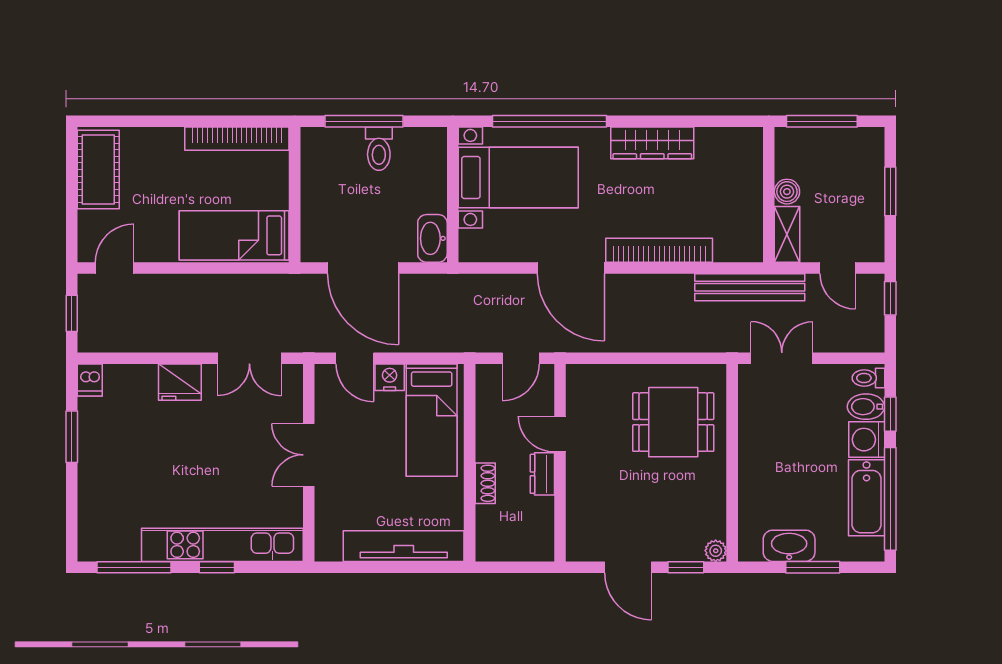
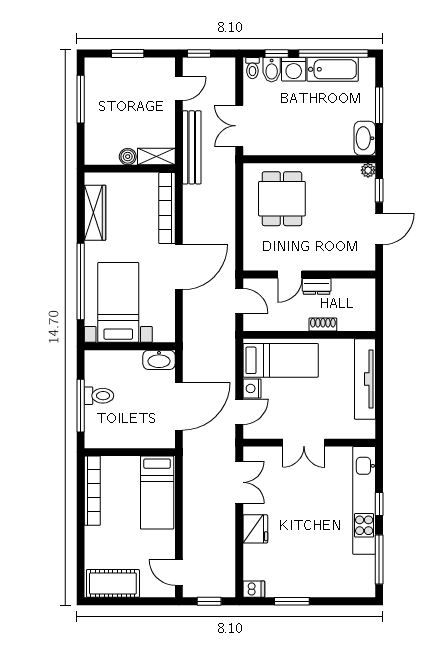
boiler: (787, 192) -> (128, 157), moved
wall: (769, 195) -> (130, 169), moved
shelving: (787, 234) -> (156, 156), moved
washbasin: (789, 546) -> (365, 138), moved

